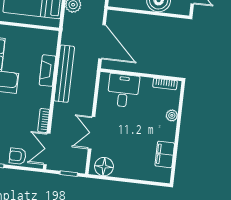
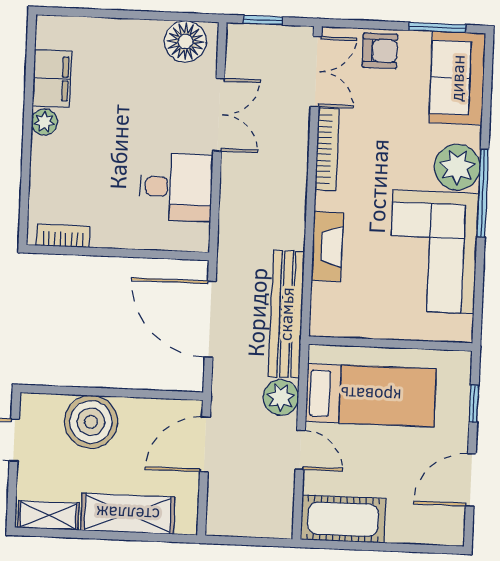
bench: (64, 74) -> (286, 314), moved
desk: (123, 90) -> (176, 187), moved, turned -90
plant: (172, 115) -> (44, 122), moved
bookcase: (44, 120) -> (327, 149), width x1.56

